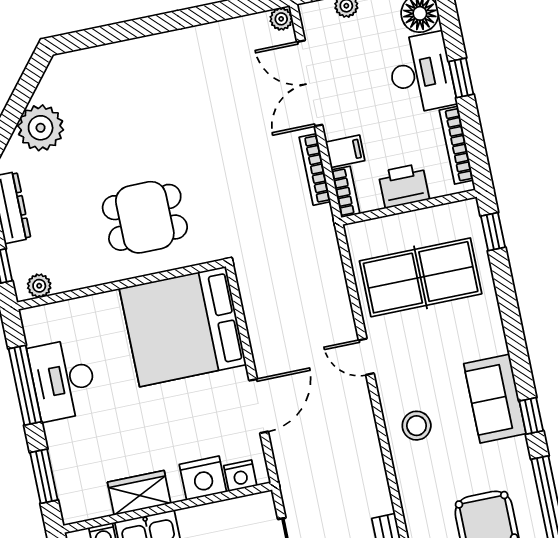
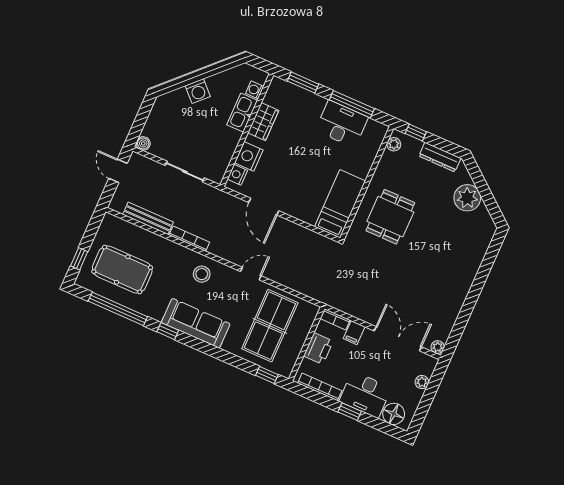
bookcase: (315, 169) -> (189, 239), moved
bed: (183, 327) -> (340, 204), width x0.49
sofa: (495, 399) -> (196, 323), width x1.36

